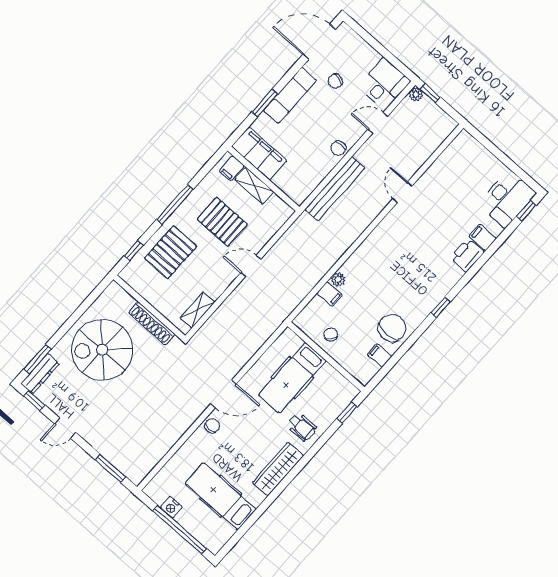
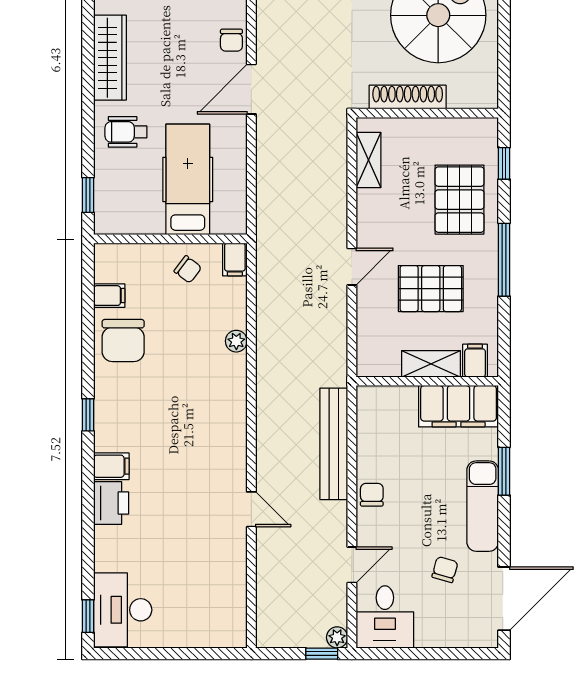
filing cabinet: (483, 237) -> (111, 466), moved
filing cabinet: (330, 294) -> (235, 259), moved, turned -90

